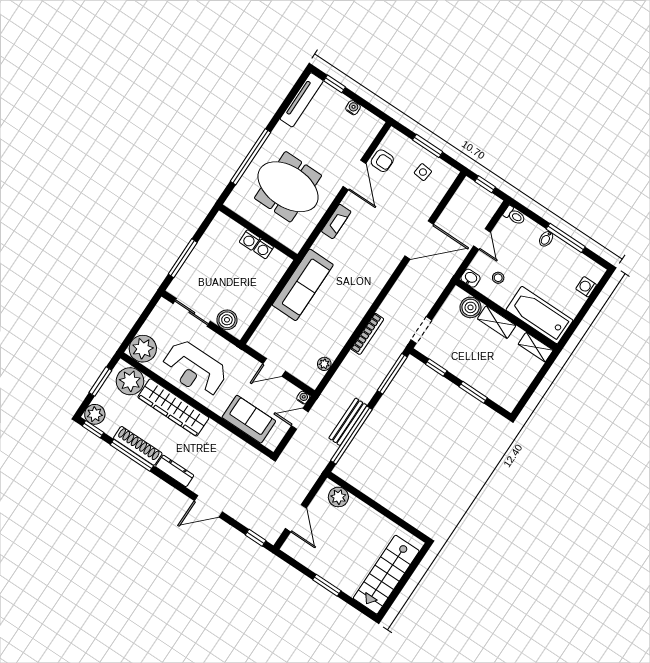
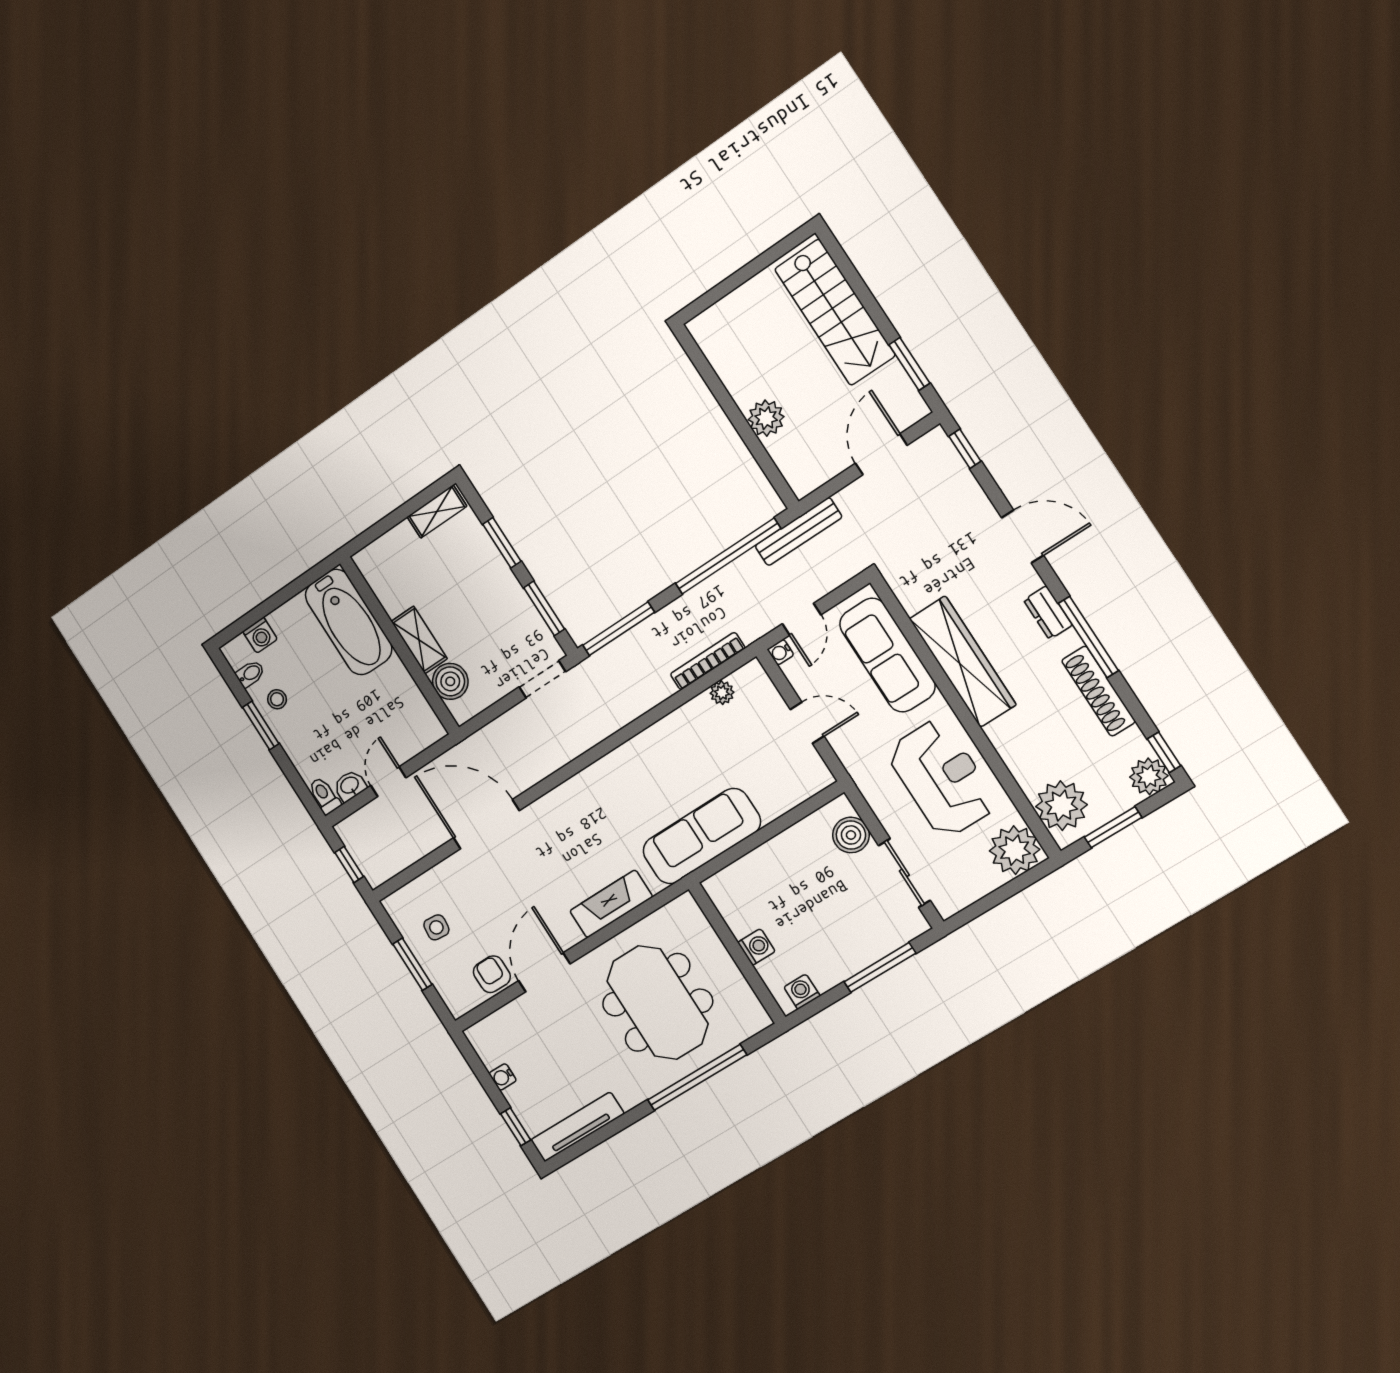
fireplace: (336, 221) -> (611, 904), width x1.37, depth x1.32
window: (566, 238) -> (261, 725), width x0.69
bidet: (546, 239) -> (250, 674), moved
washing machine: (264, 249) -> (802, 992), moved, turned -90
washbasin: (470, 278) -> (350, 786), moved, turned 90
stool: (498, 278) -> (277, 699), moved
bookcase: (367, 334) -> (708, 661), moved
shelving: (536, 347) -> (437, 511), moved, turned 90
window: (436, 367) -> (544, 608), width x1.50
wardrobe: (173, 407) -> (963, 662), moved
sofa: (249, 419) -> (887, 655), width x1.36
door: (300, 419) -> (802, 619), hinge flipped
bench: (348, 422) -> (798, 532), moved
window: (132, 455) -> (1088, 637), moved
dresser: (175, 471) -> (1048, 613), width x0.70
plant: (338, 497) -> (766, 418), moved
stairs: (386, 575) -> (835, 312), moved, turned 90
window: (327, 585) -> (909, 364), moved

